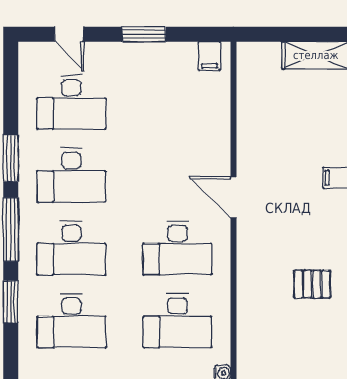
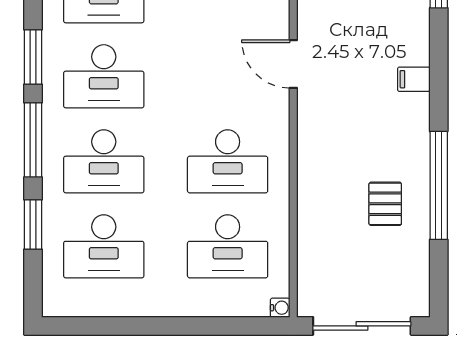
door: (233, 198) -> (293, 64), moved
pallet: (312, 284) -> (385, 204), turned 90

